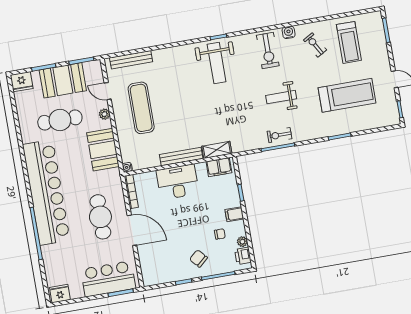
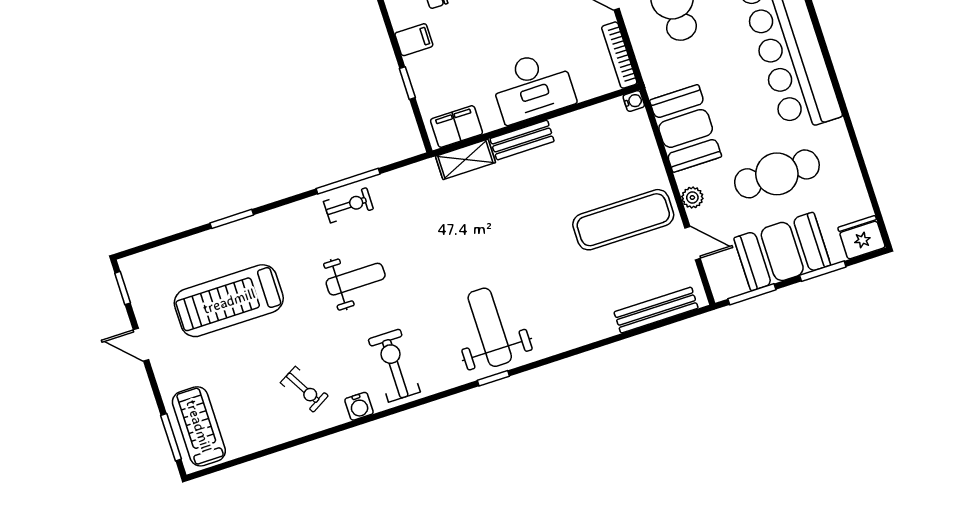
treadmill: (349, 42) -> (199, 426), moved
exercise mat: (141, 108) -> (623, 220), turned 90
bench: (181, 157) -> (522, 140), width x0.73

